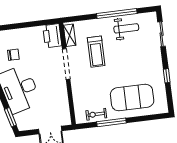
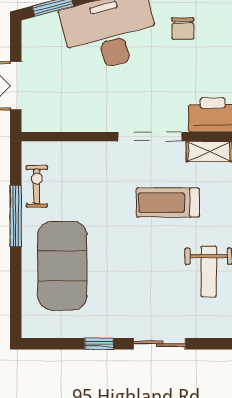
sliding door: (162, 34) -> (159, 344), moved

